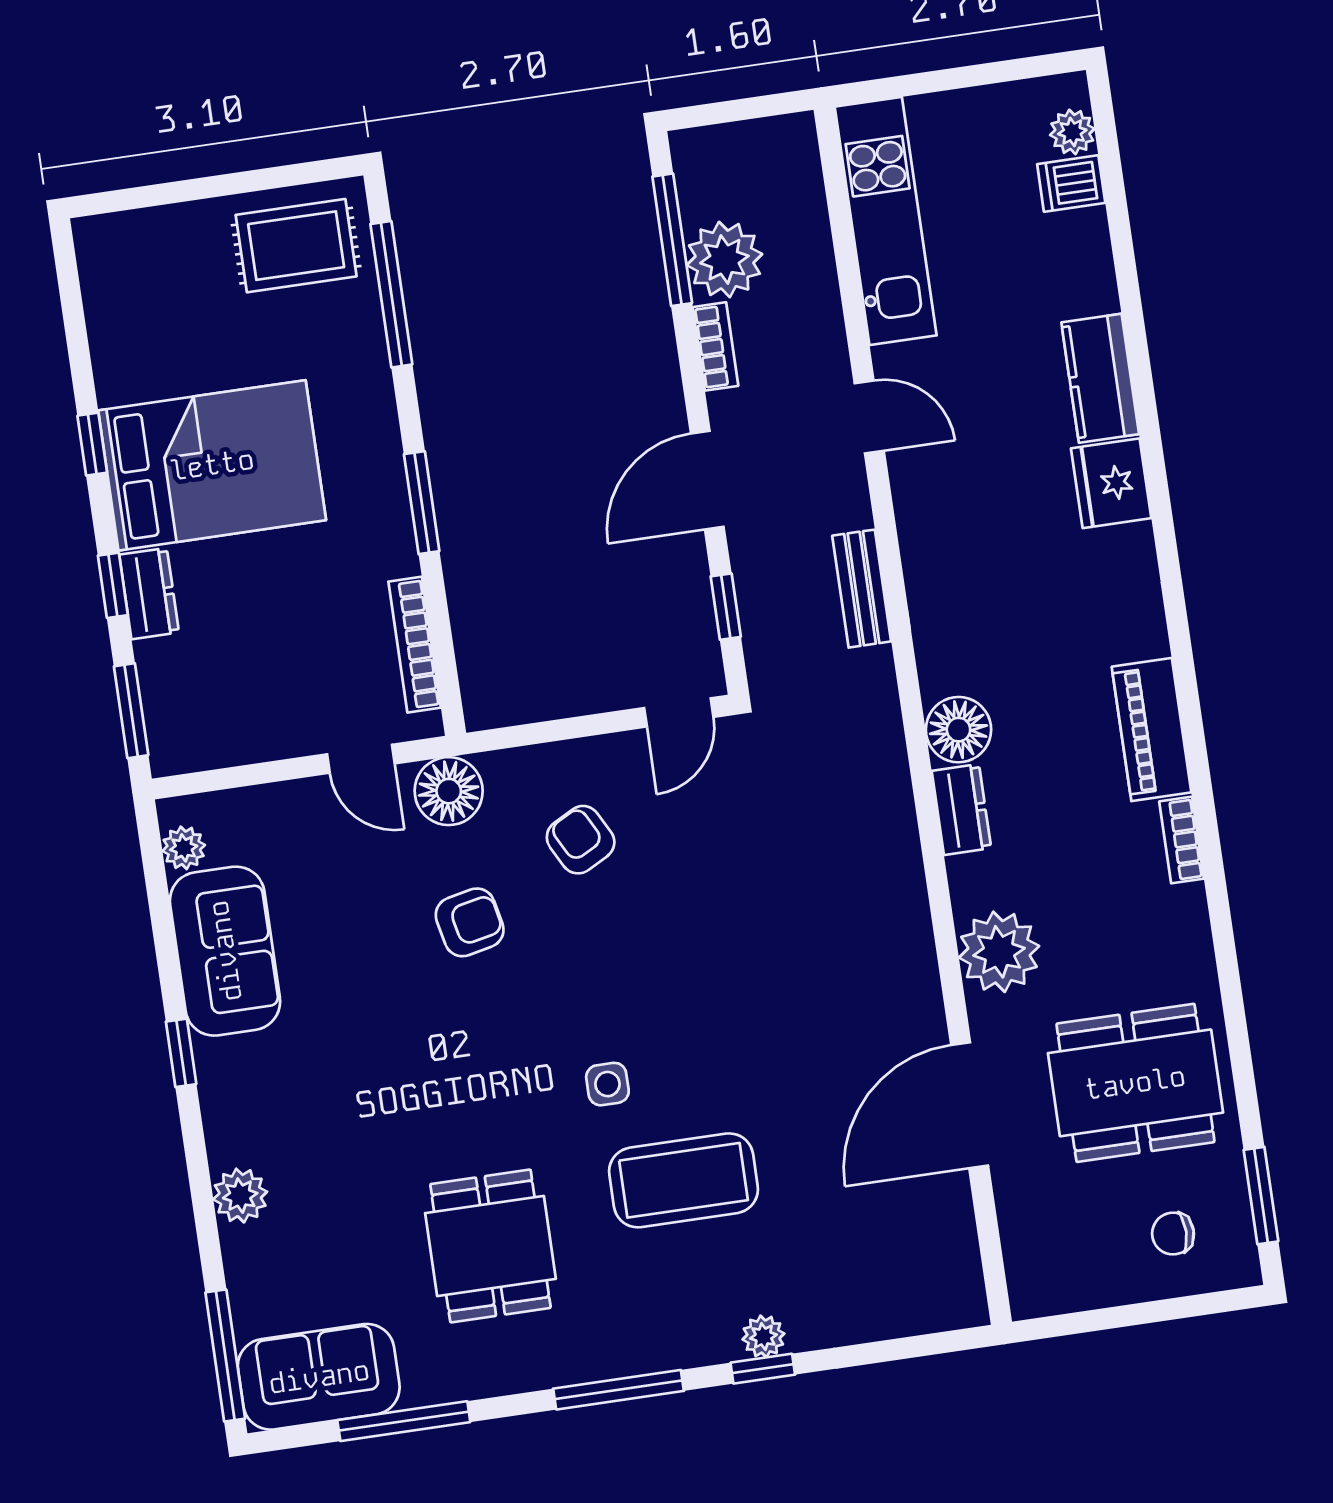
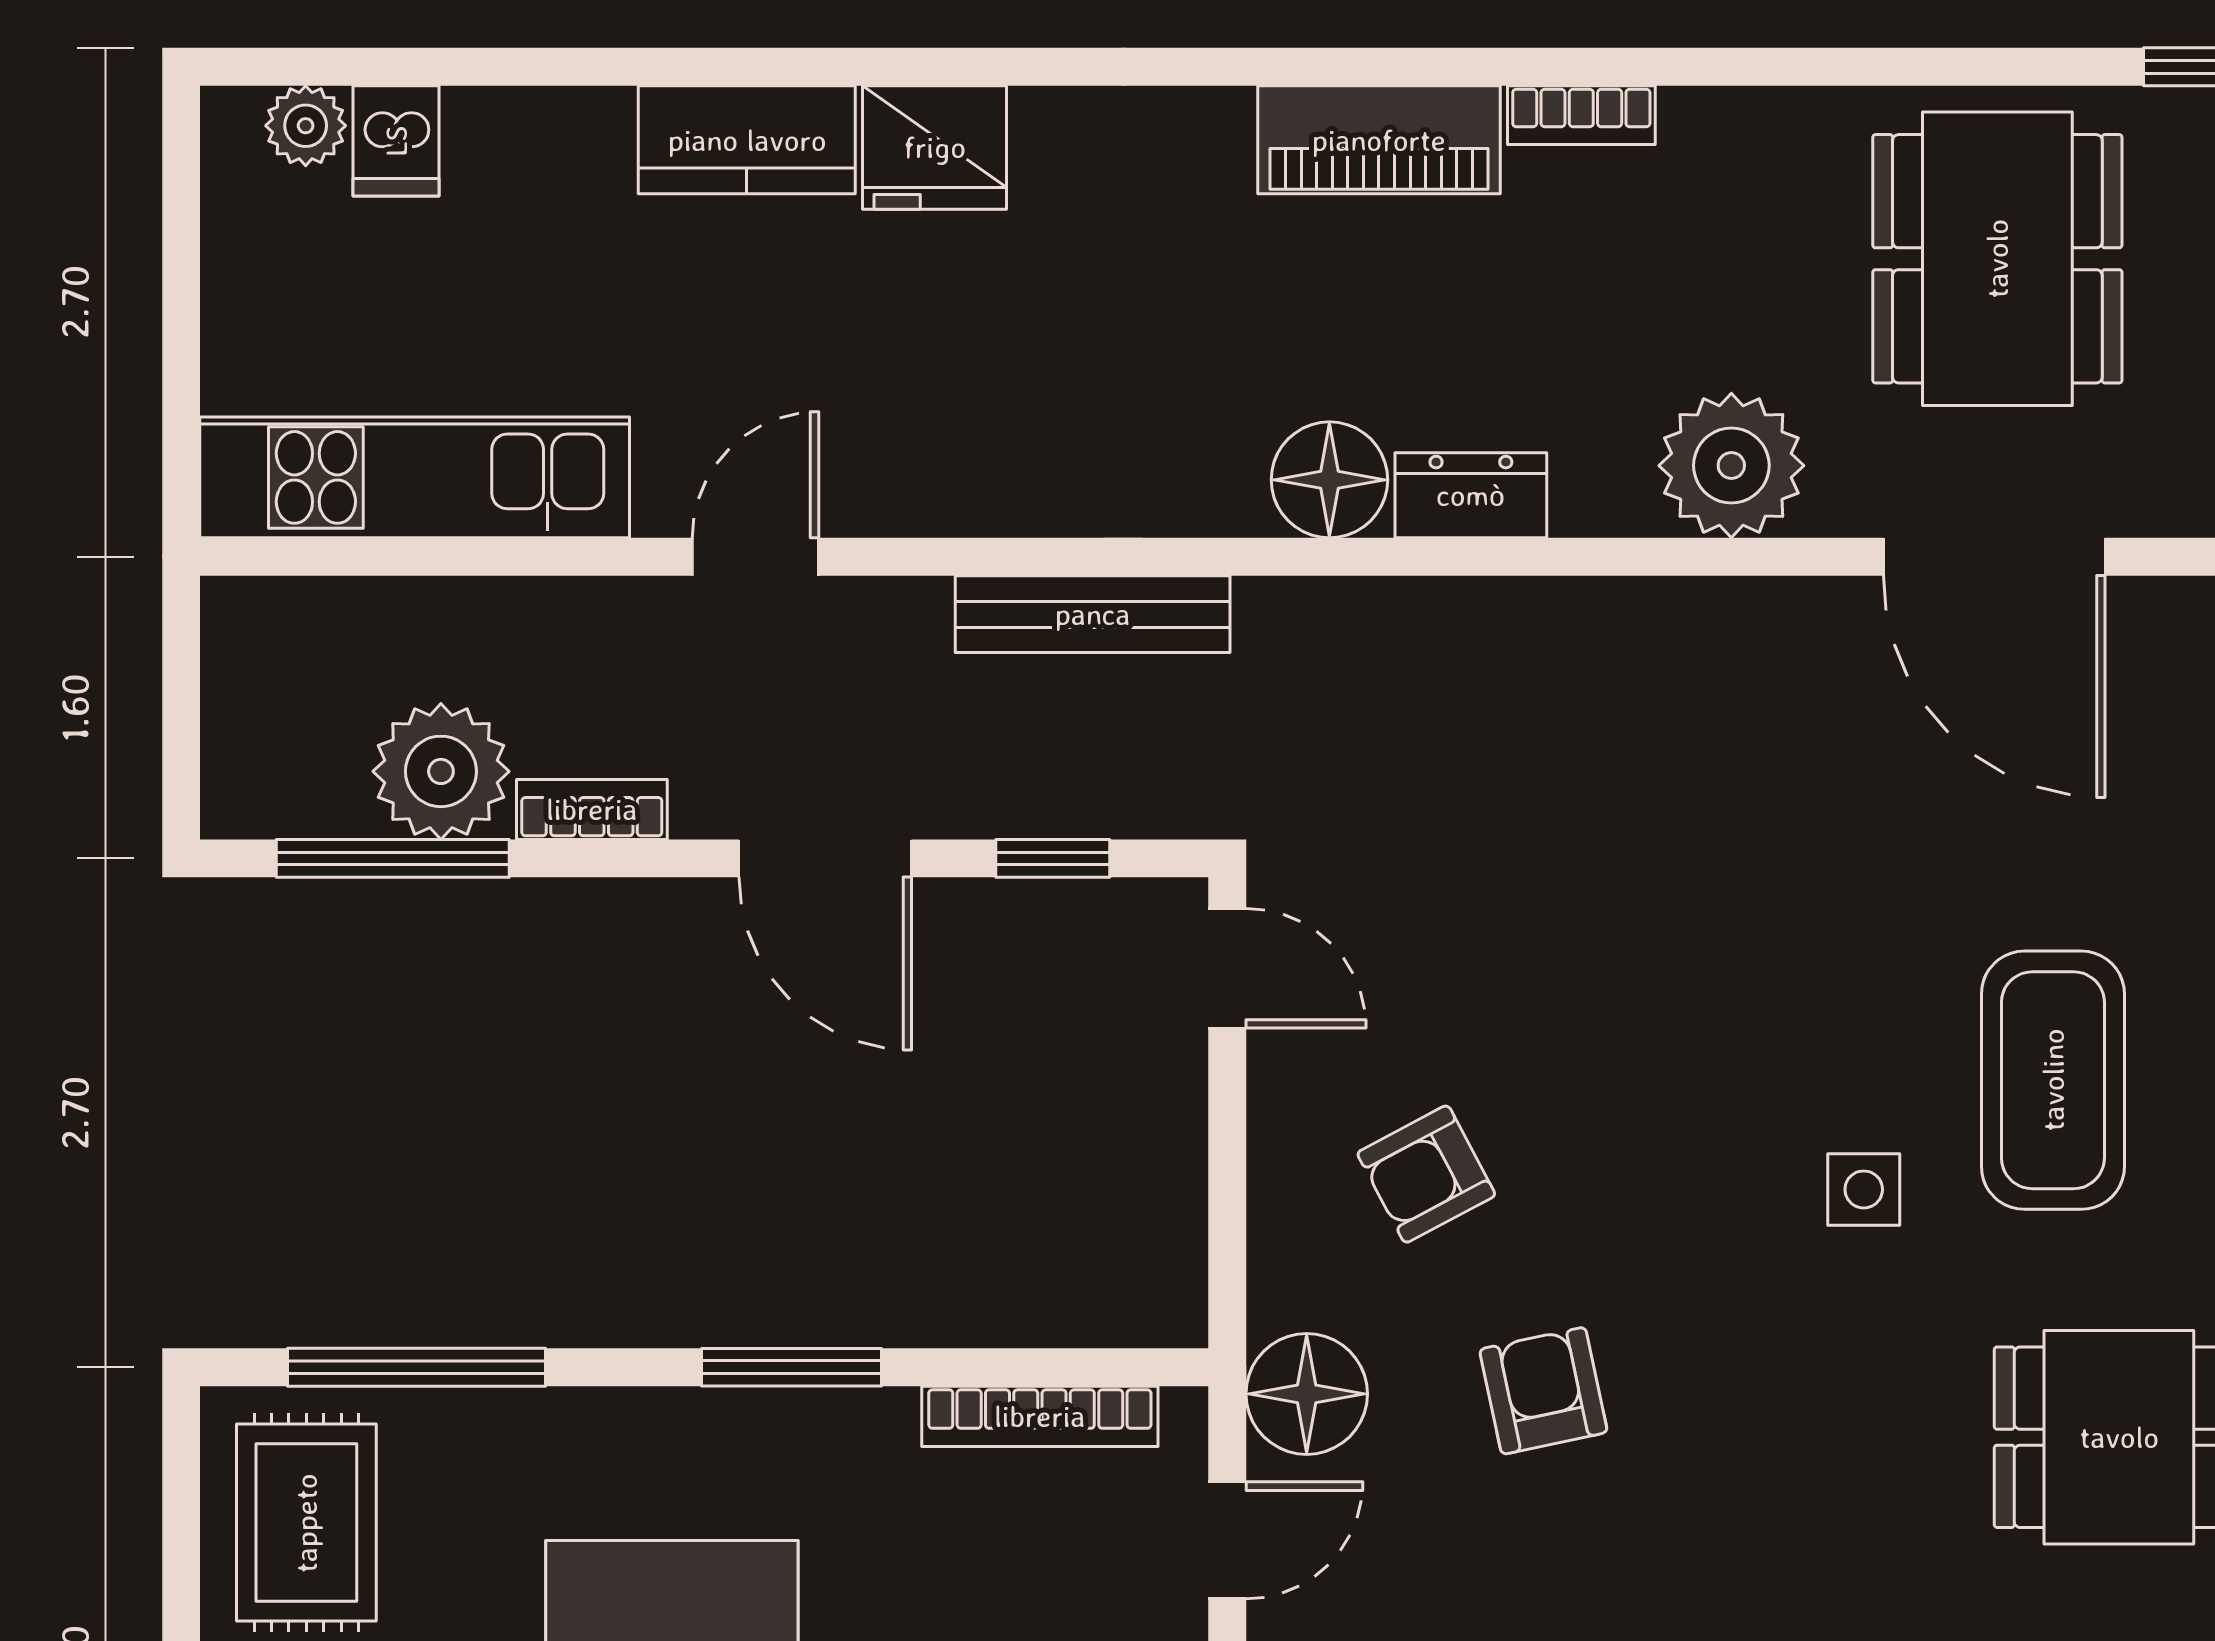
bench: (862, 589) -> (1093, 614), width x1.36

